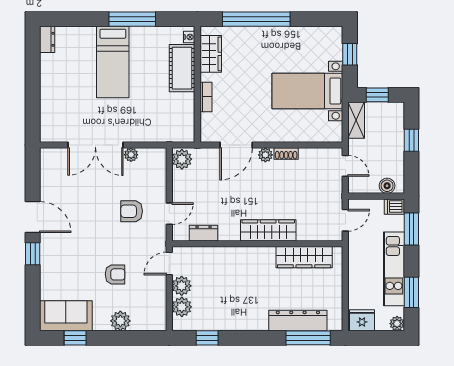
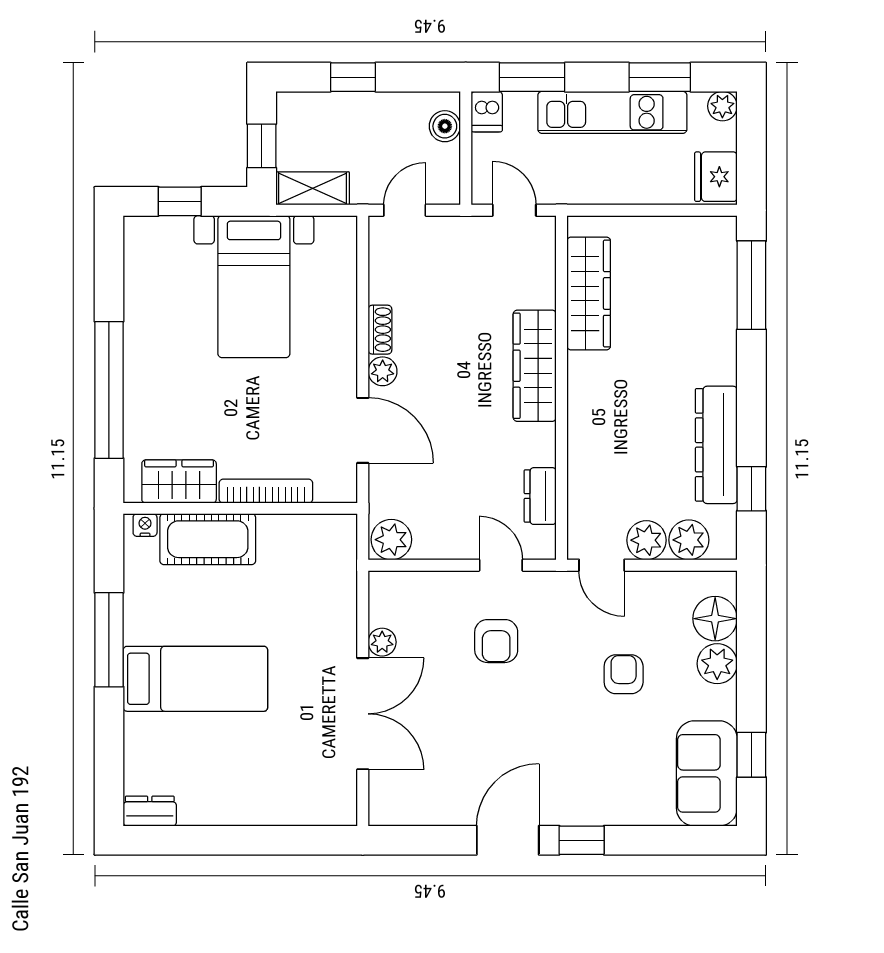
bookcase: (206, 97) -> (266, 491), width x1.56
floor lamp: (143, 320) -> (715, 619), added
dresser: (298, 320) -> (716, 445), moved

